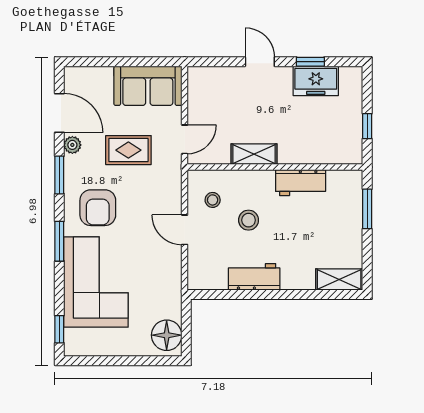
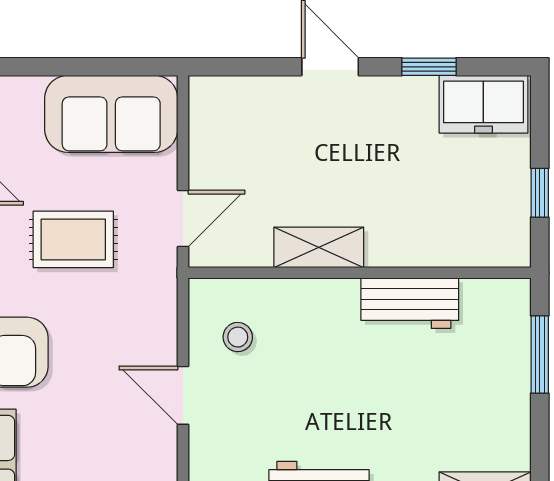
freezer: (316, 81) -> (483, 104), moved
stool: (249, 220) -> (308, 376), removed

